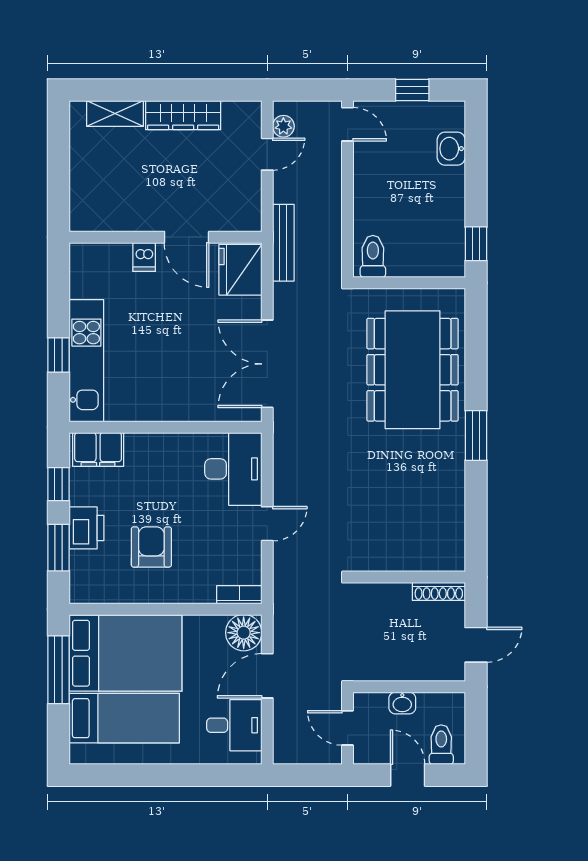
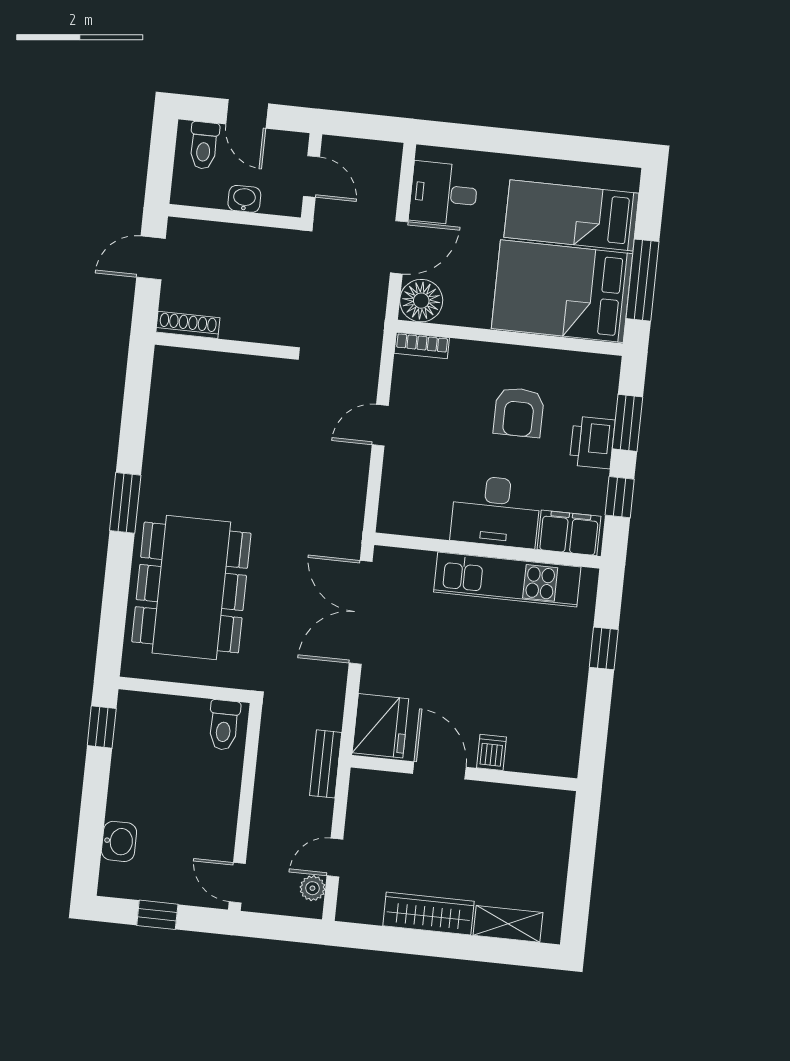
bench: (283, 243) -> (326, 764), width x0.73
kitchen unit: (86, 361) -> (507, 579), moved, turned -90
double door: (267, 364) -> (361, 612), swing flipped
desk: (233, 469) -> (496, 511), moved, turned -90

